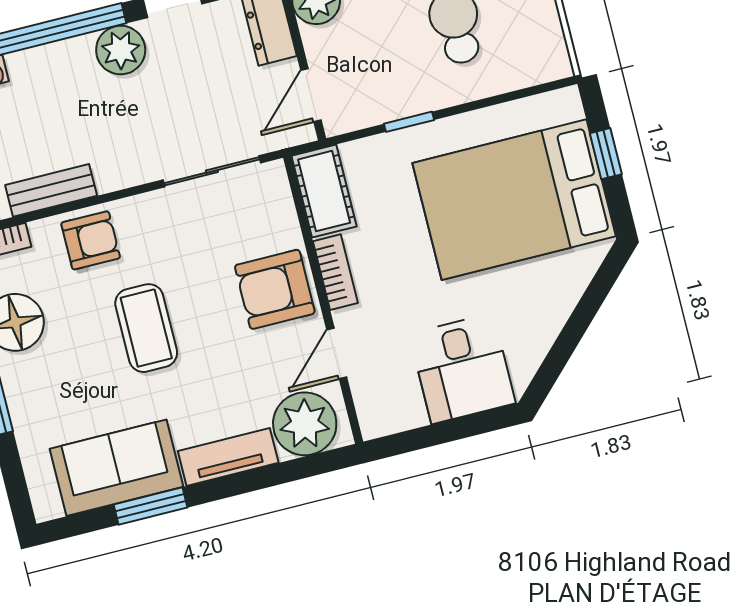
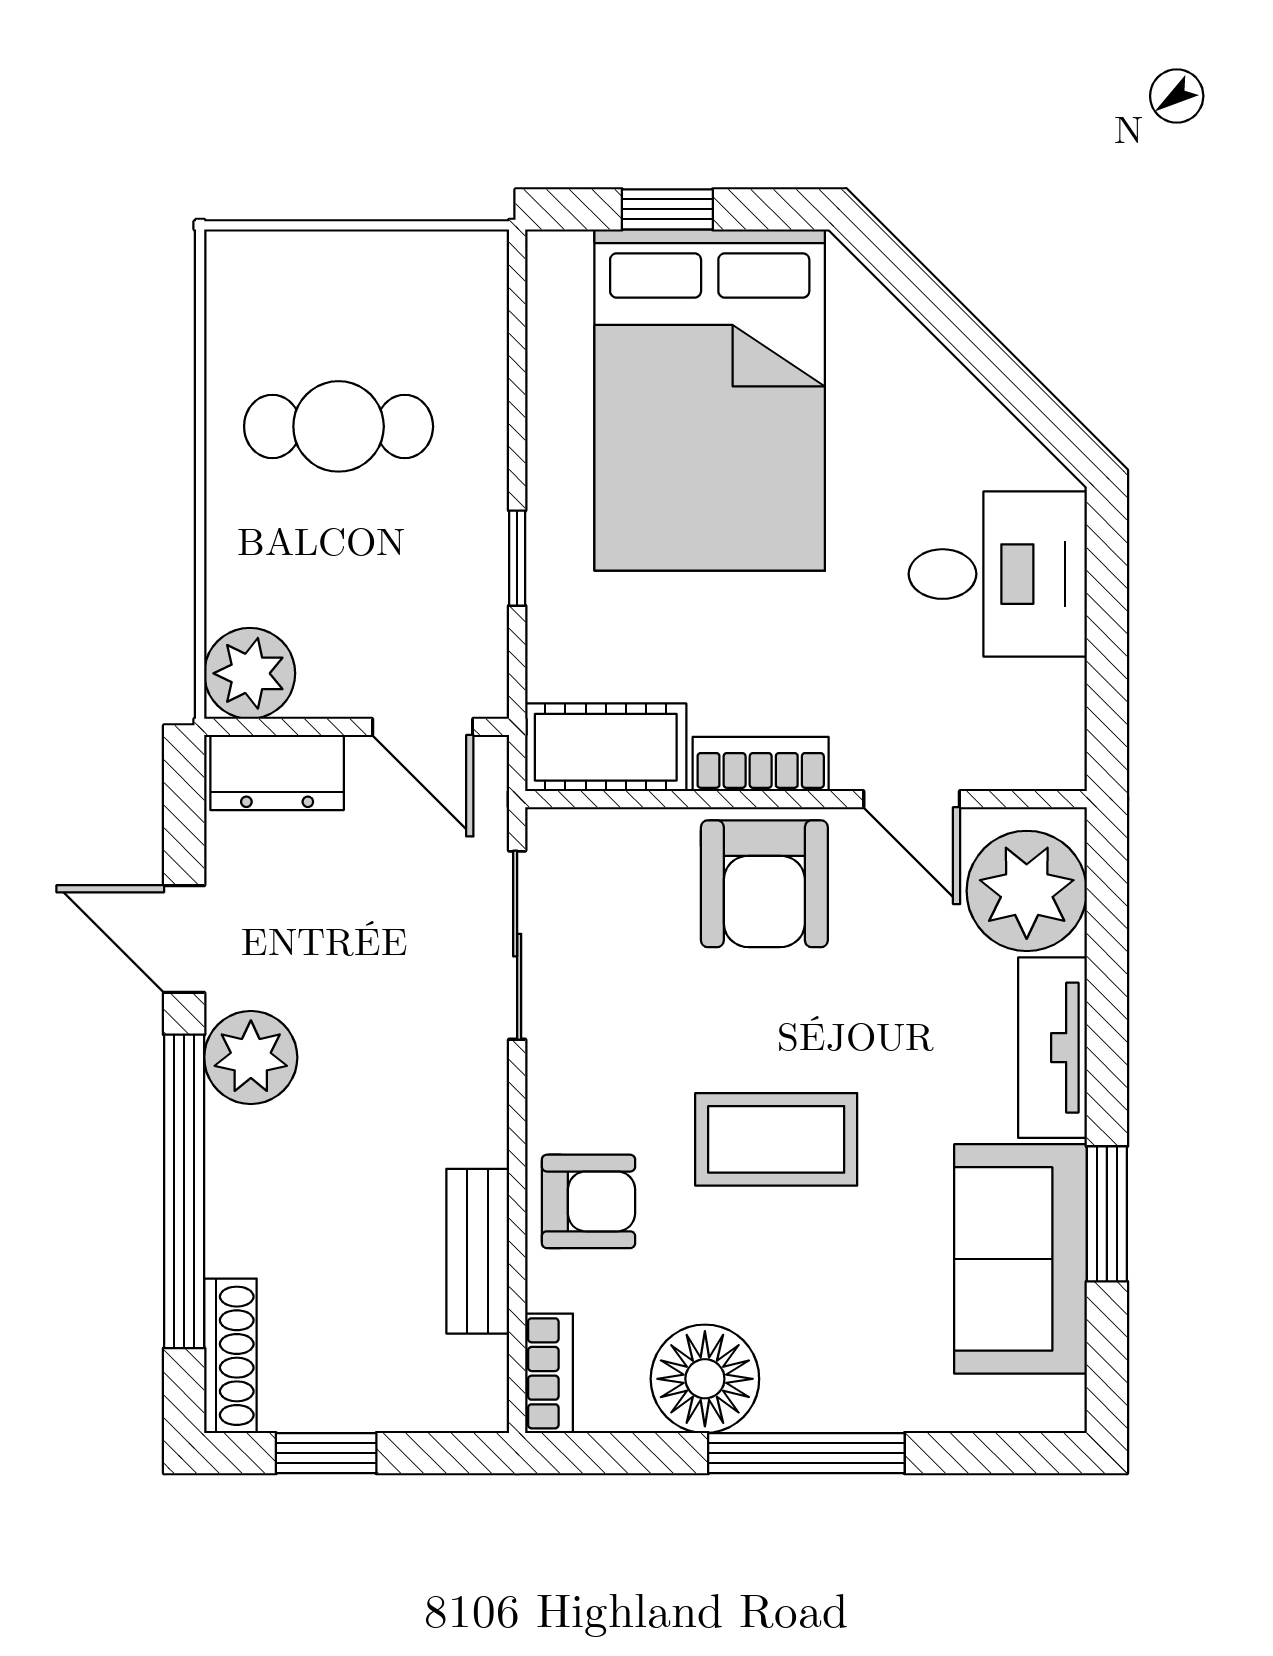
armchair: (91, 240) -> (588, 1201), turned 90

